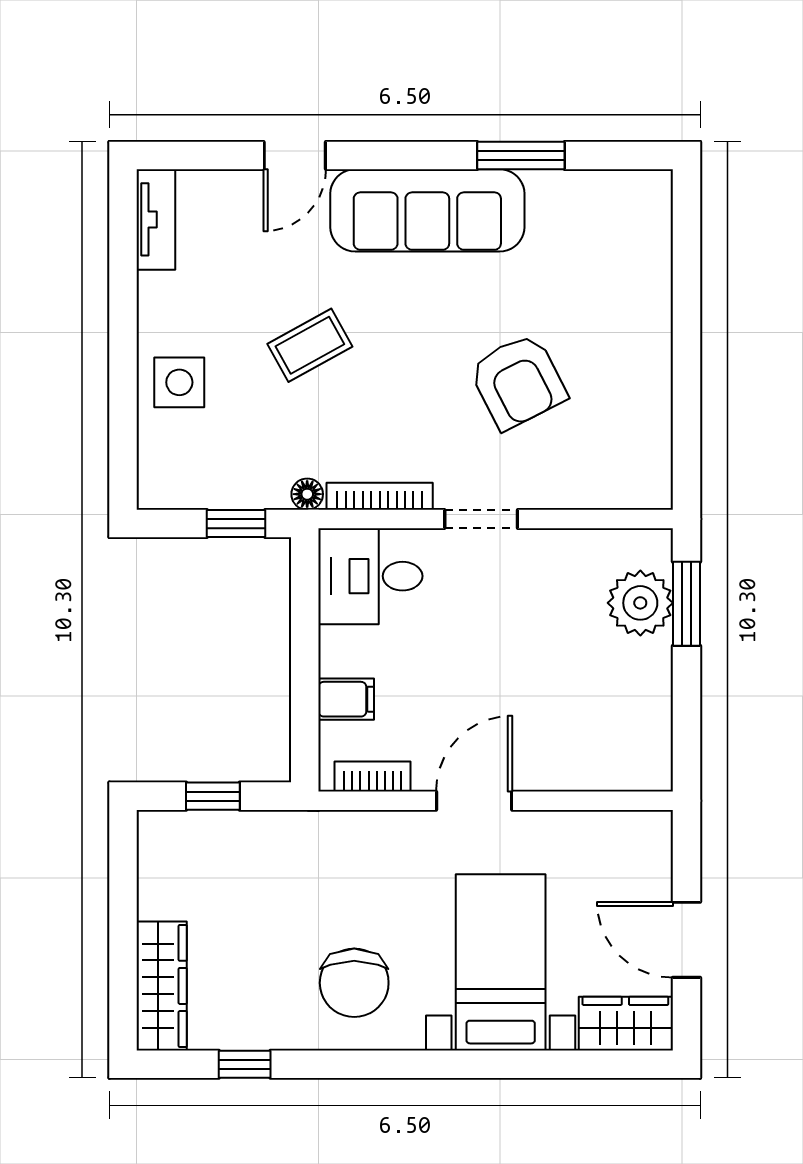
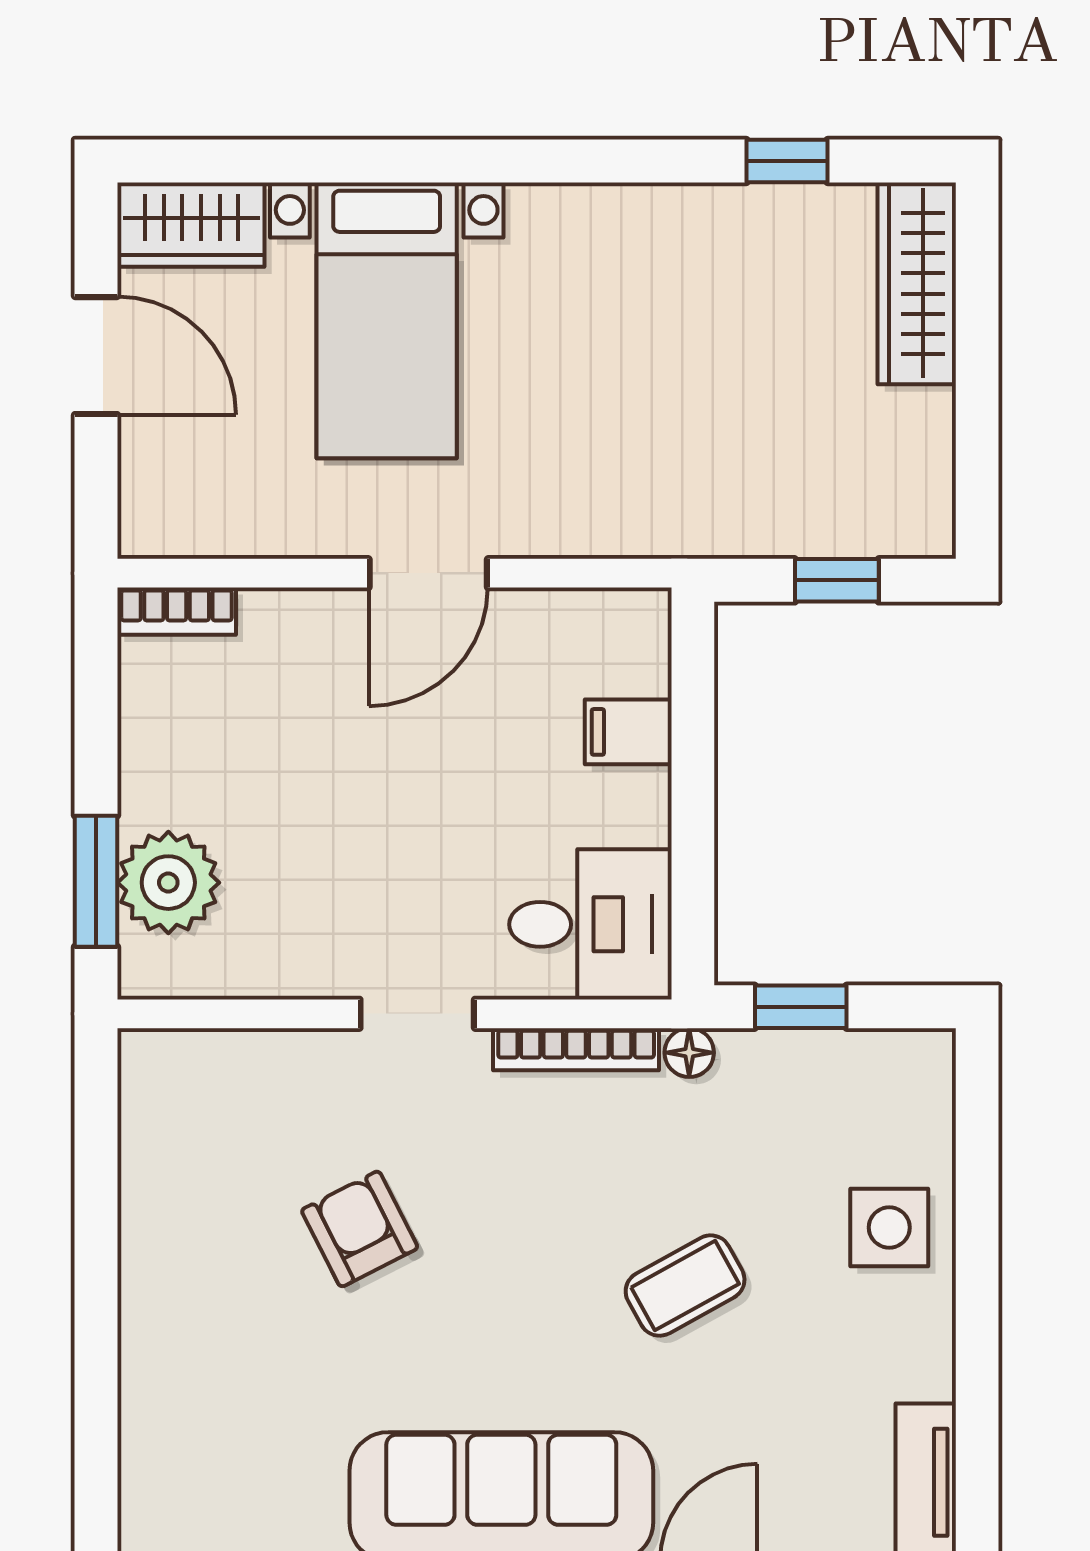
armchair: (518, 381) -> (360, 1229), width x0.72, depth x0.72
bookcase: (373, 776) -> (177, 611), moved
chair: (354, 983) -> (616, 288), removed

